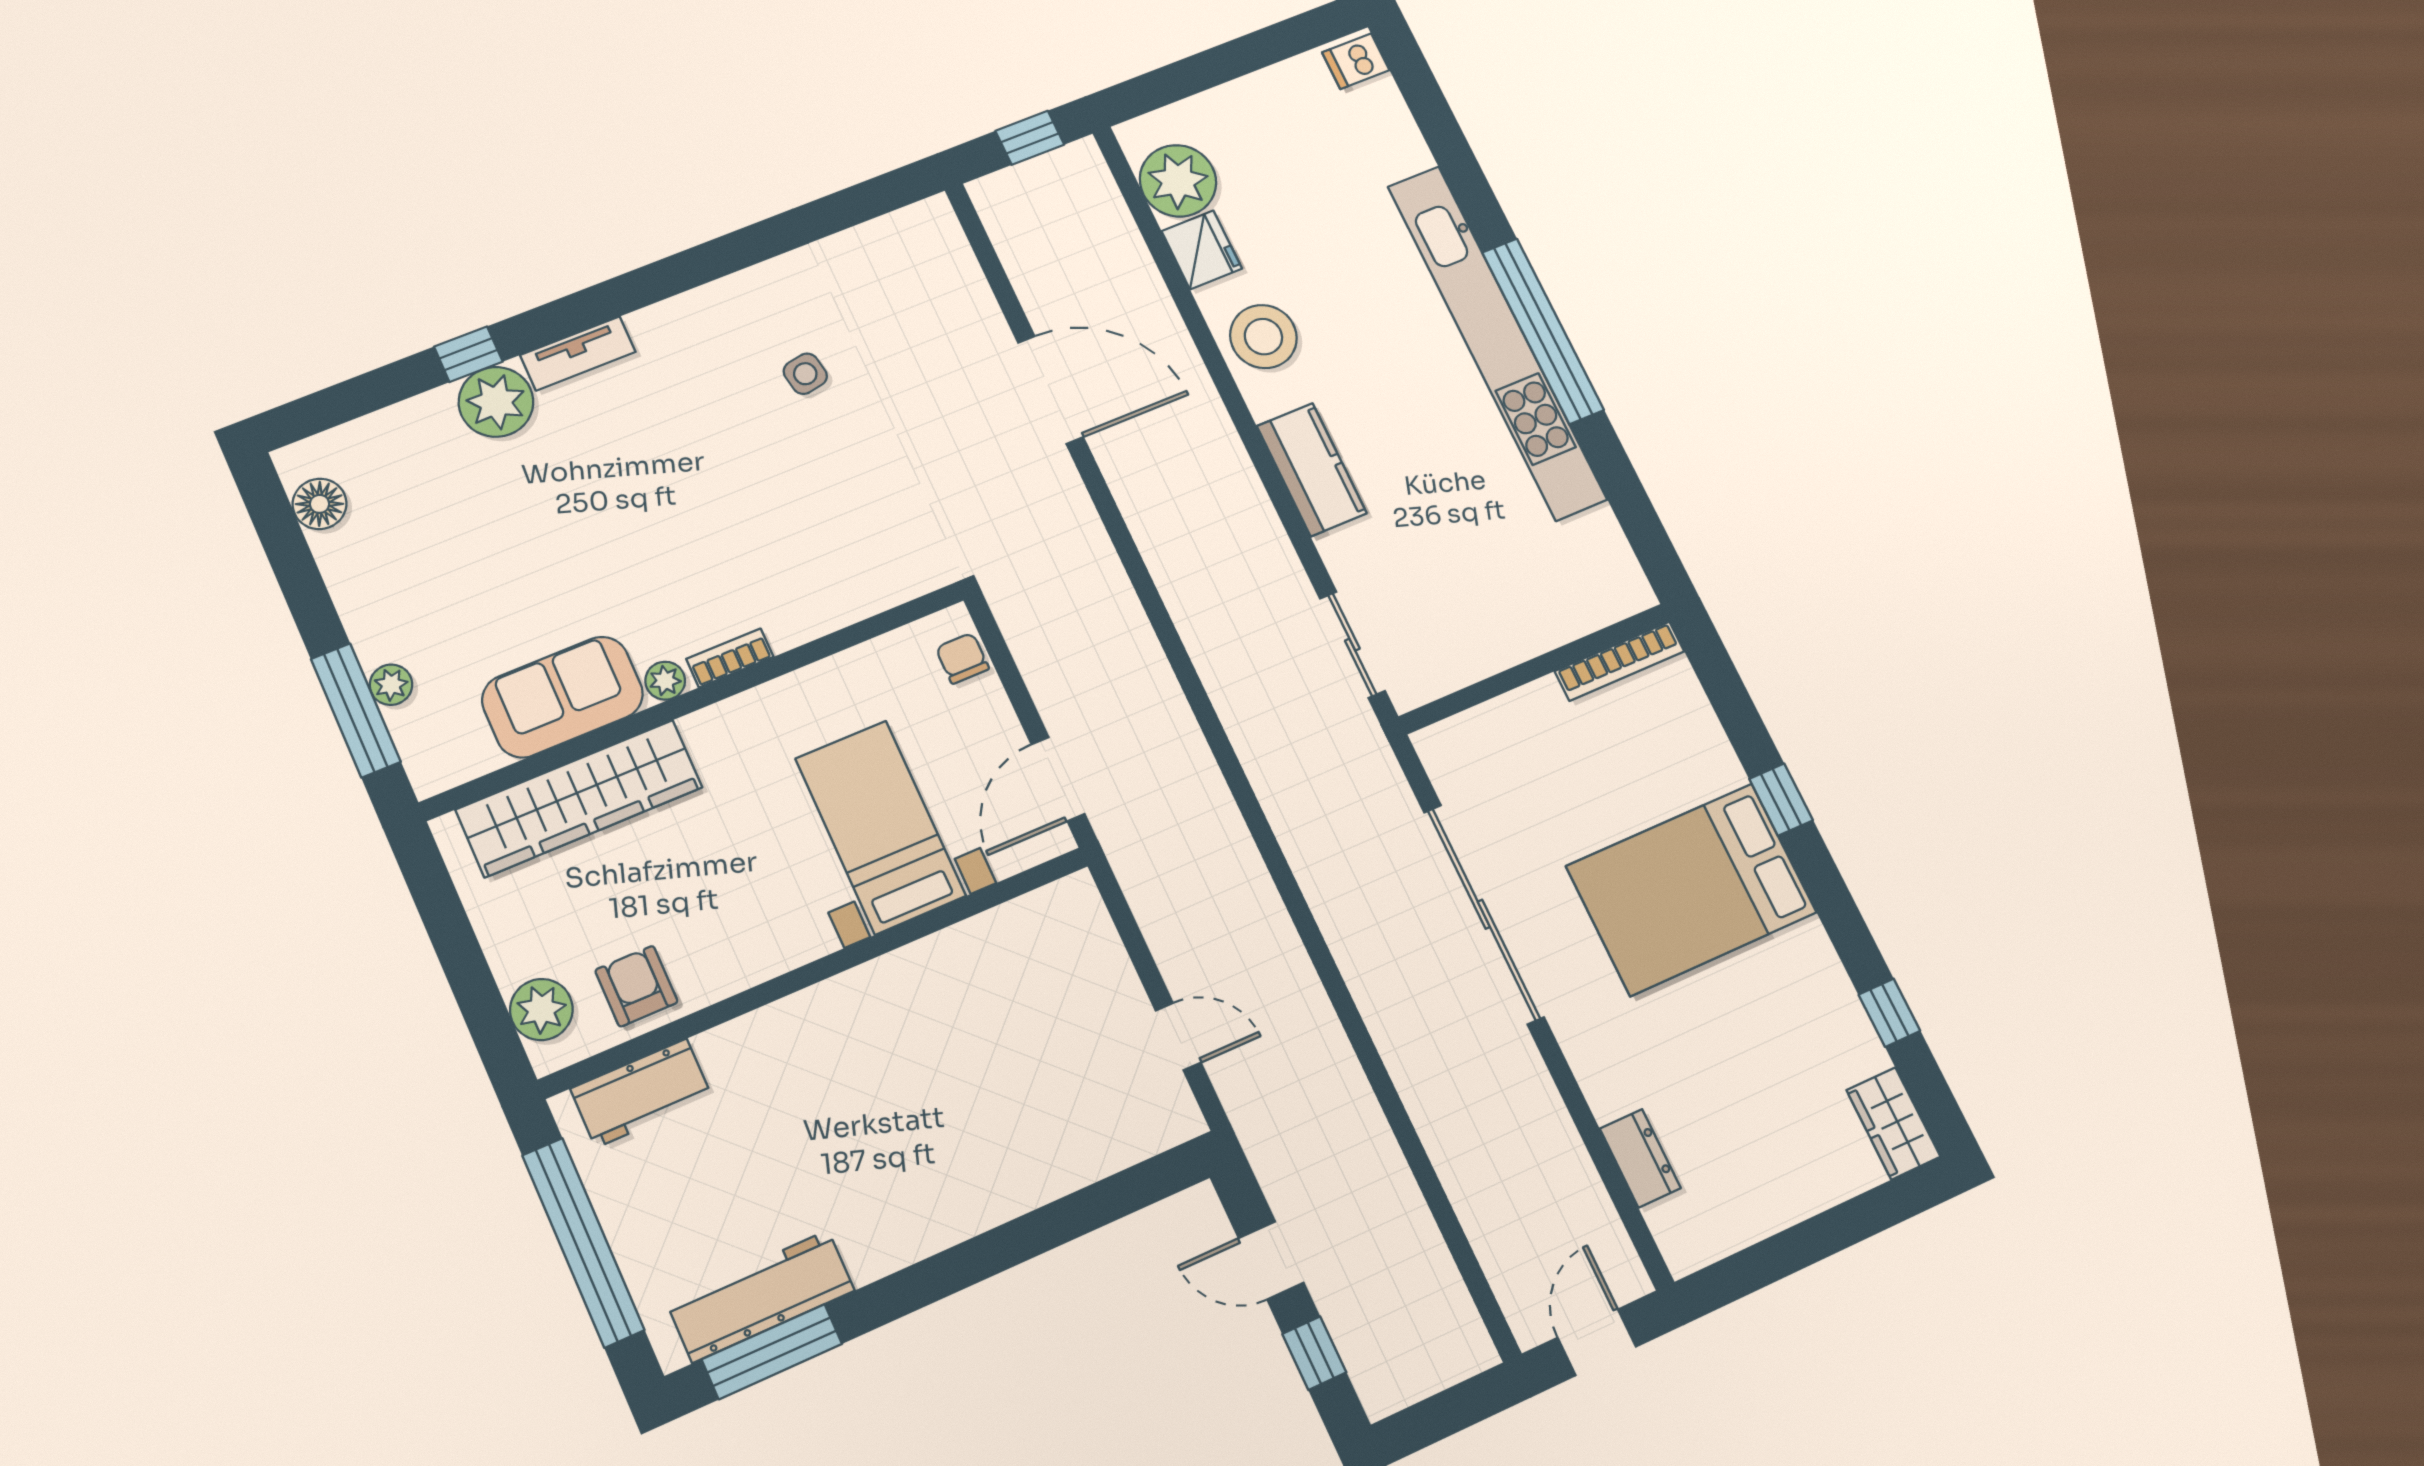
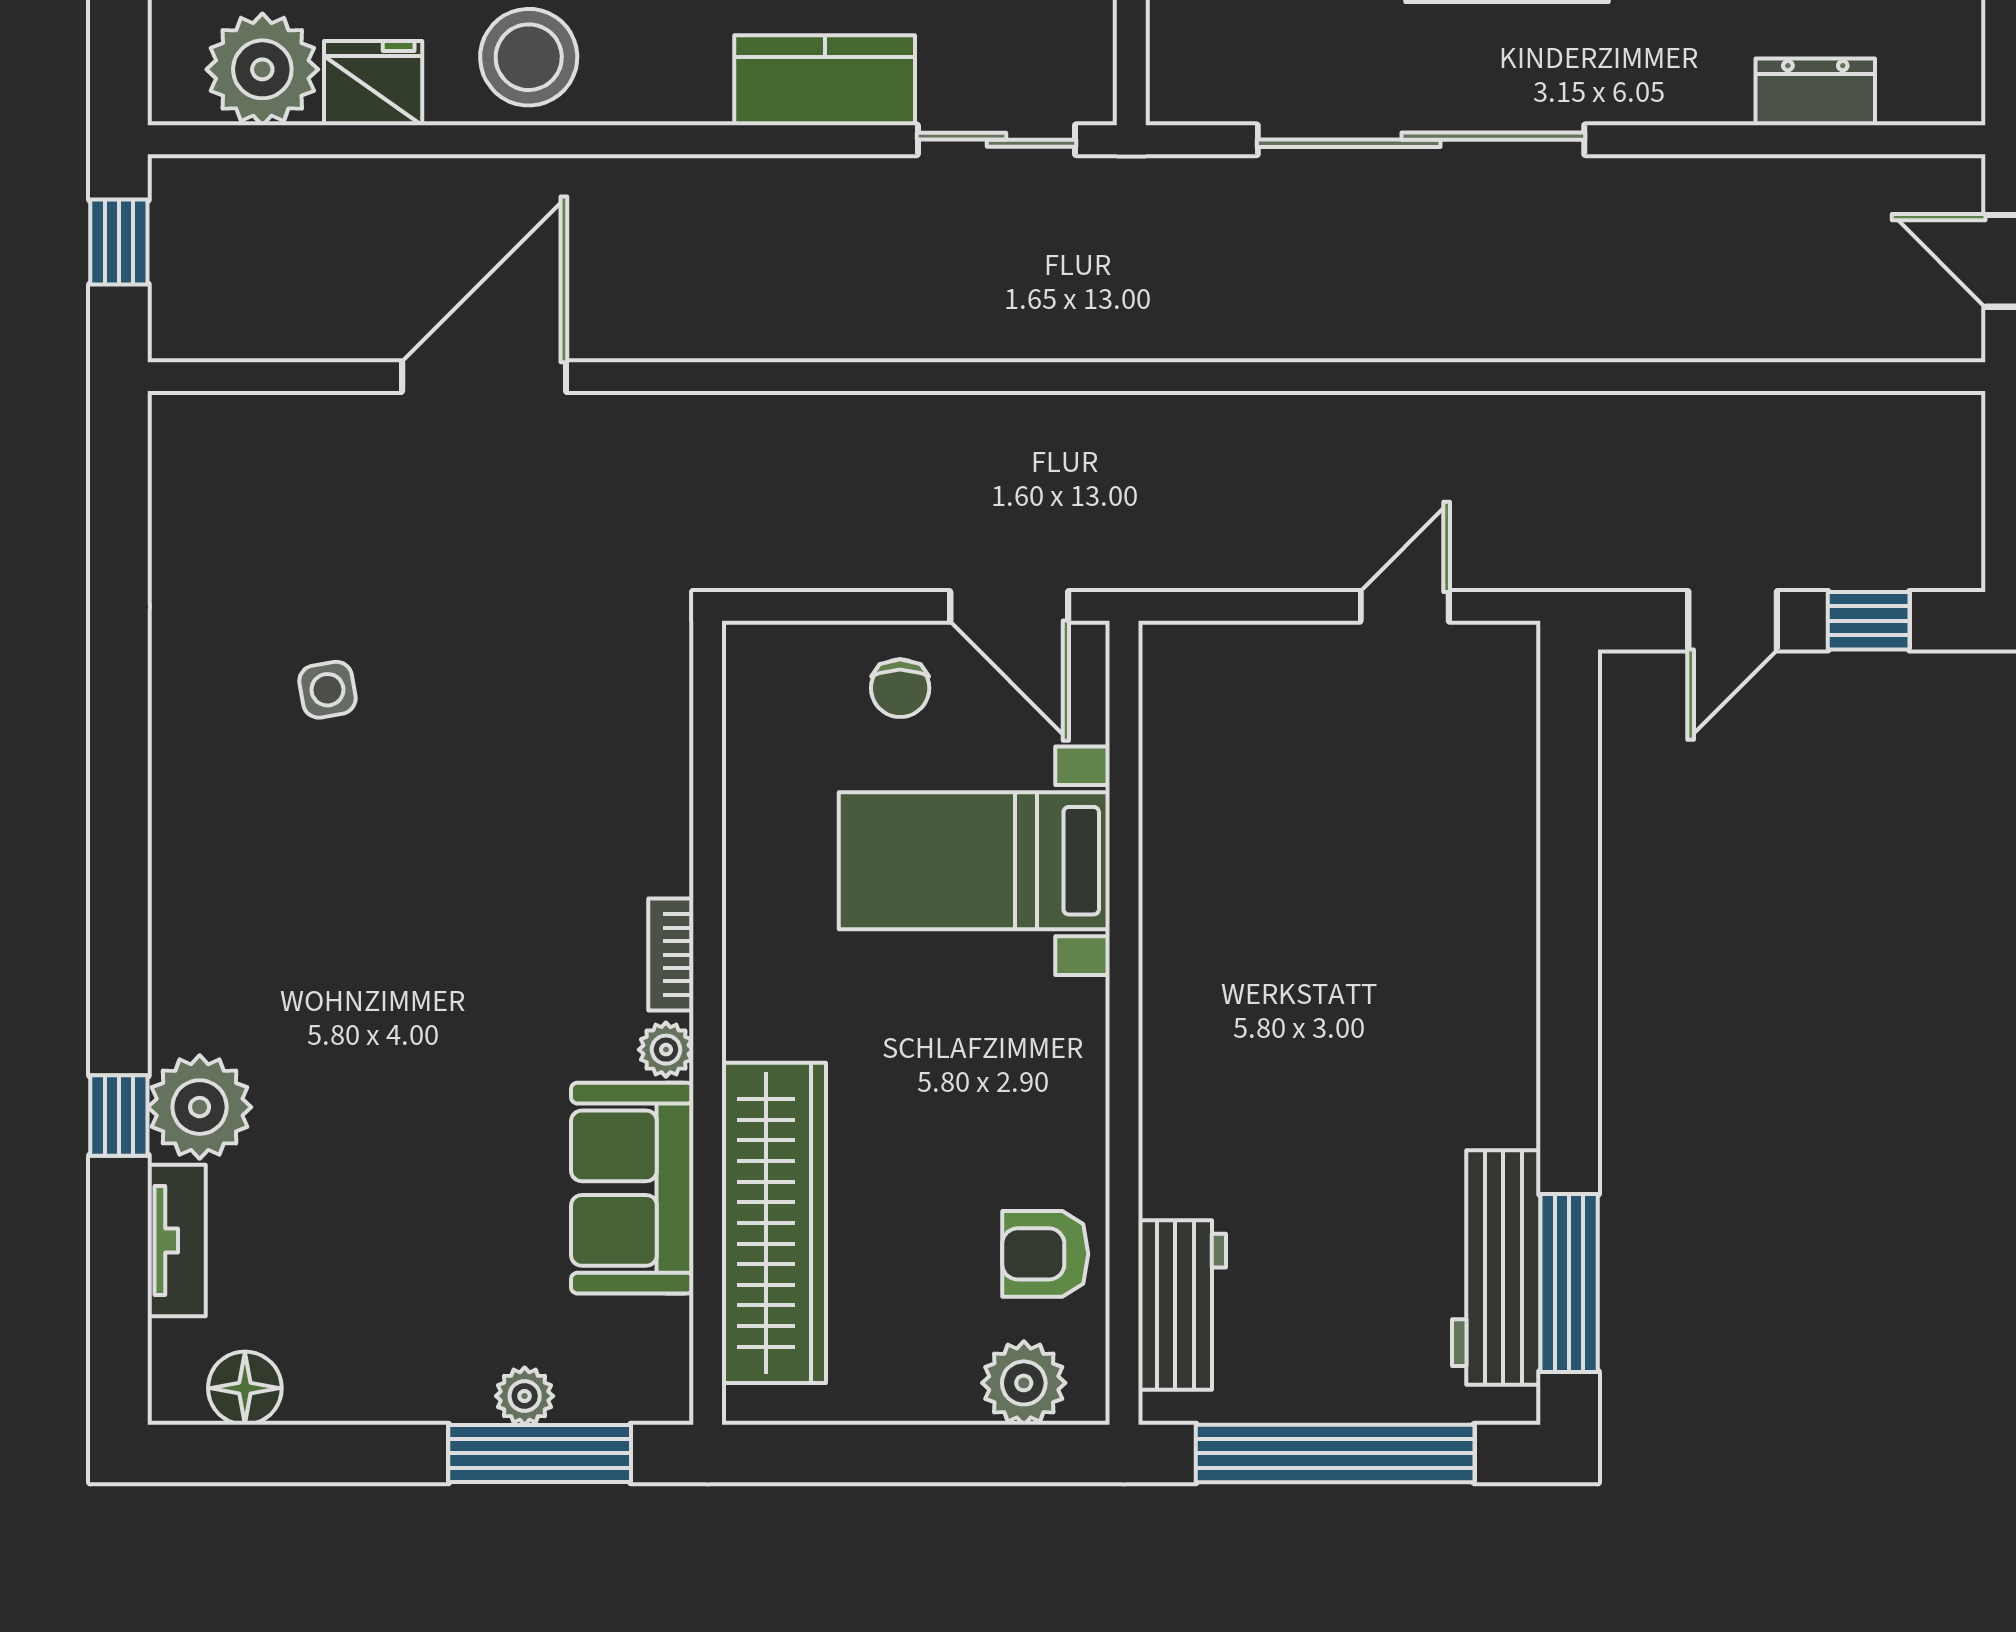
tv unit: (578, 353) -> (177, 1241), moved
kitchen counter: (1312, 470) -> (825, 80), moved
chair: (962, 658) -> (900, 688), moved, turned -90

